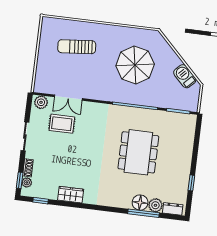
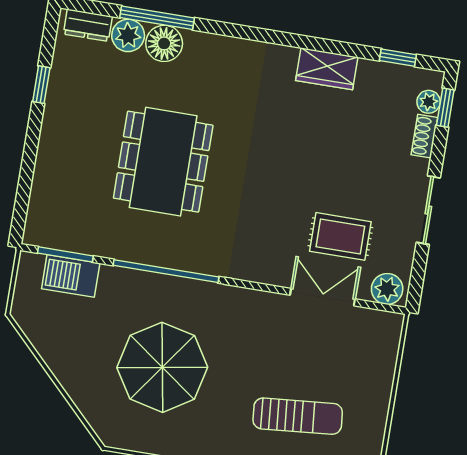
barbecue: (185, 76) -> (71, 276), moved, turned 135

